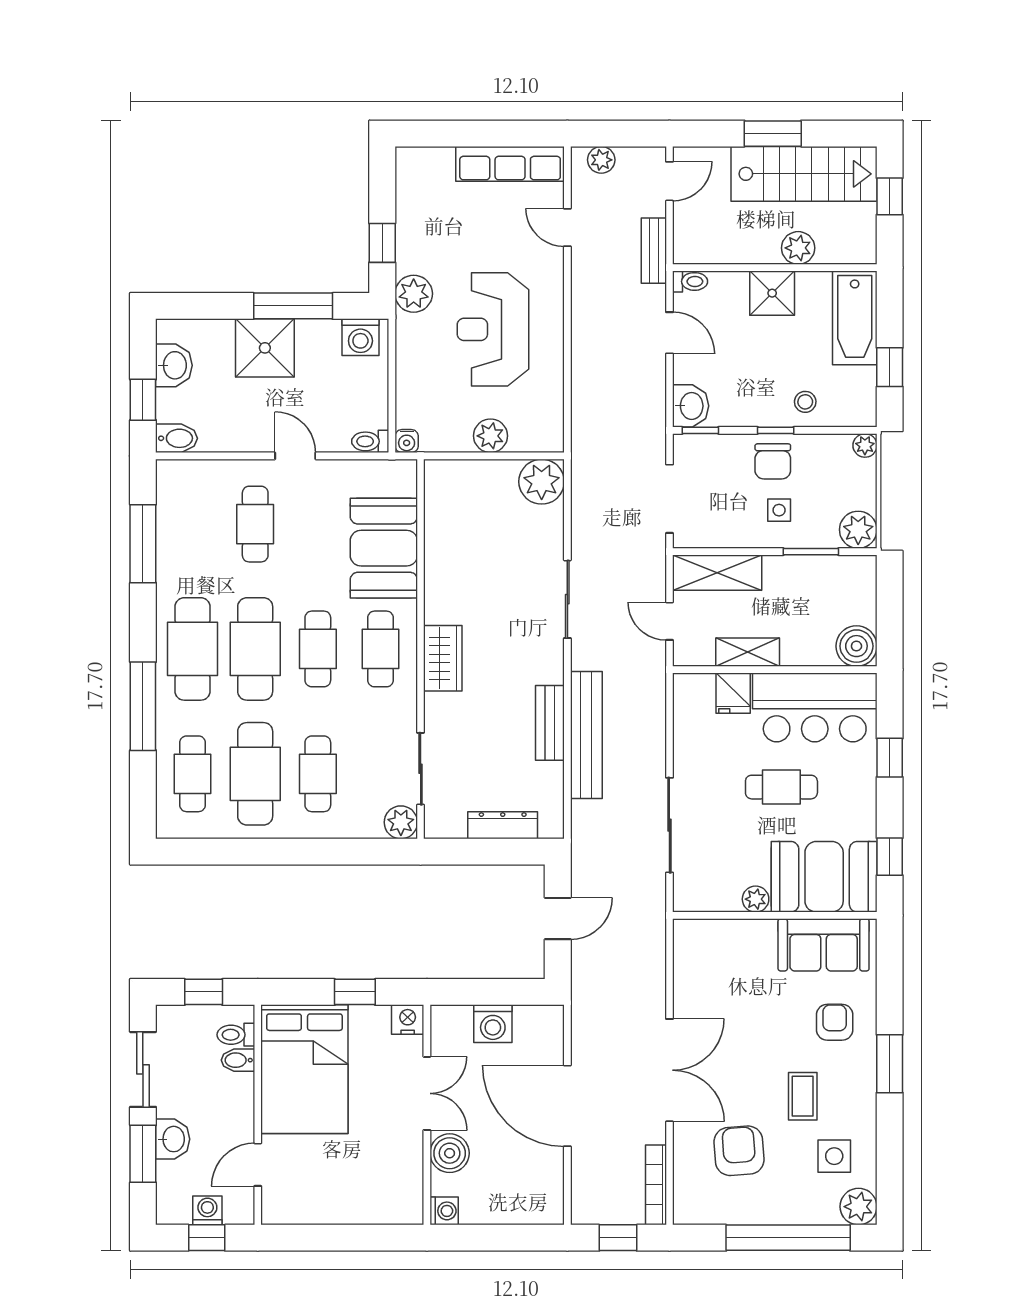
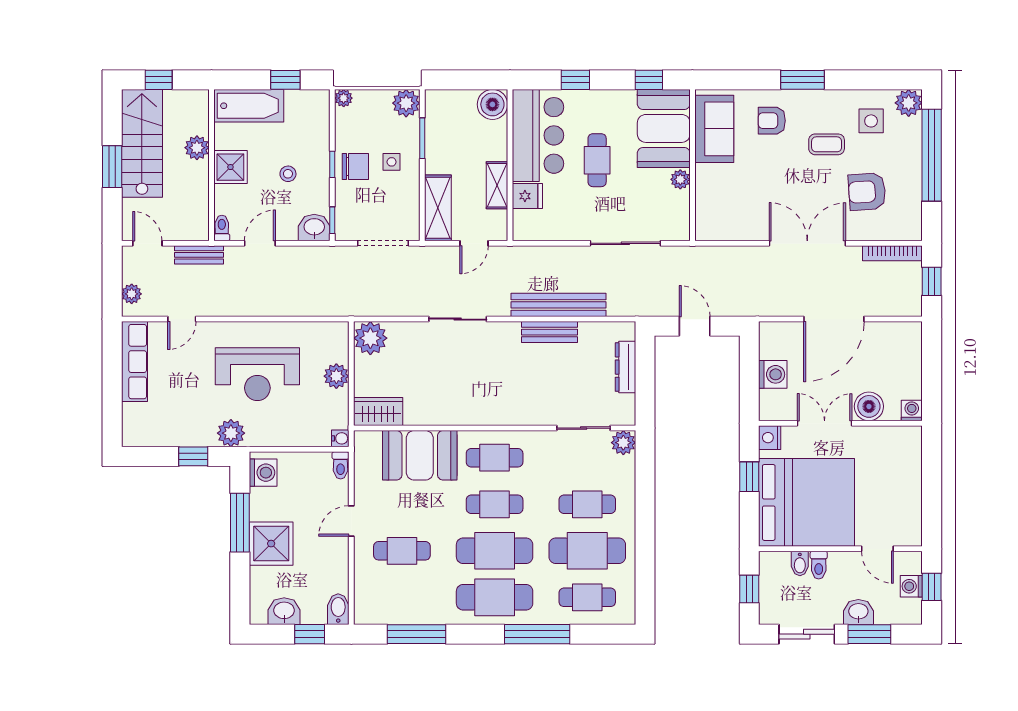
stool: (805, 402) -> (288, 174), moved
wardrobe: (443, 658) -> (378, 411), moved
toilet: (236, 1035) -> (819, 565), moved
bed: (304, 1069) -> (807, 502), width x1.36

